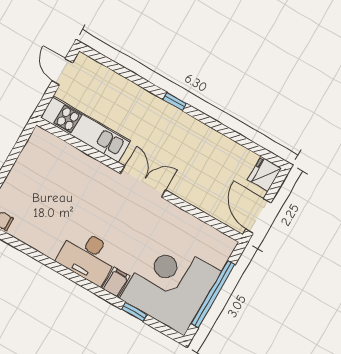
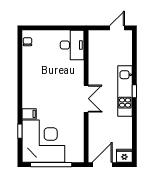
kitchen unit: (86, 129) -> (125, 91), moved, turned 180
desk: (88, 256) -> (72, 45), moved, turned 180

